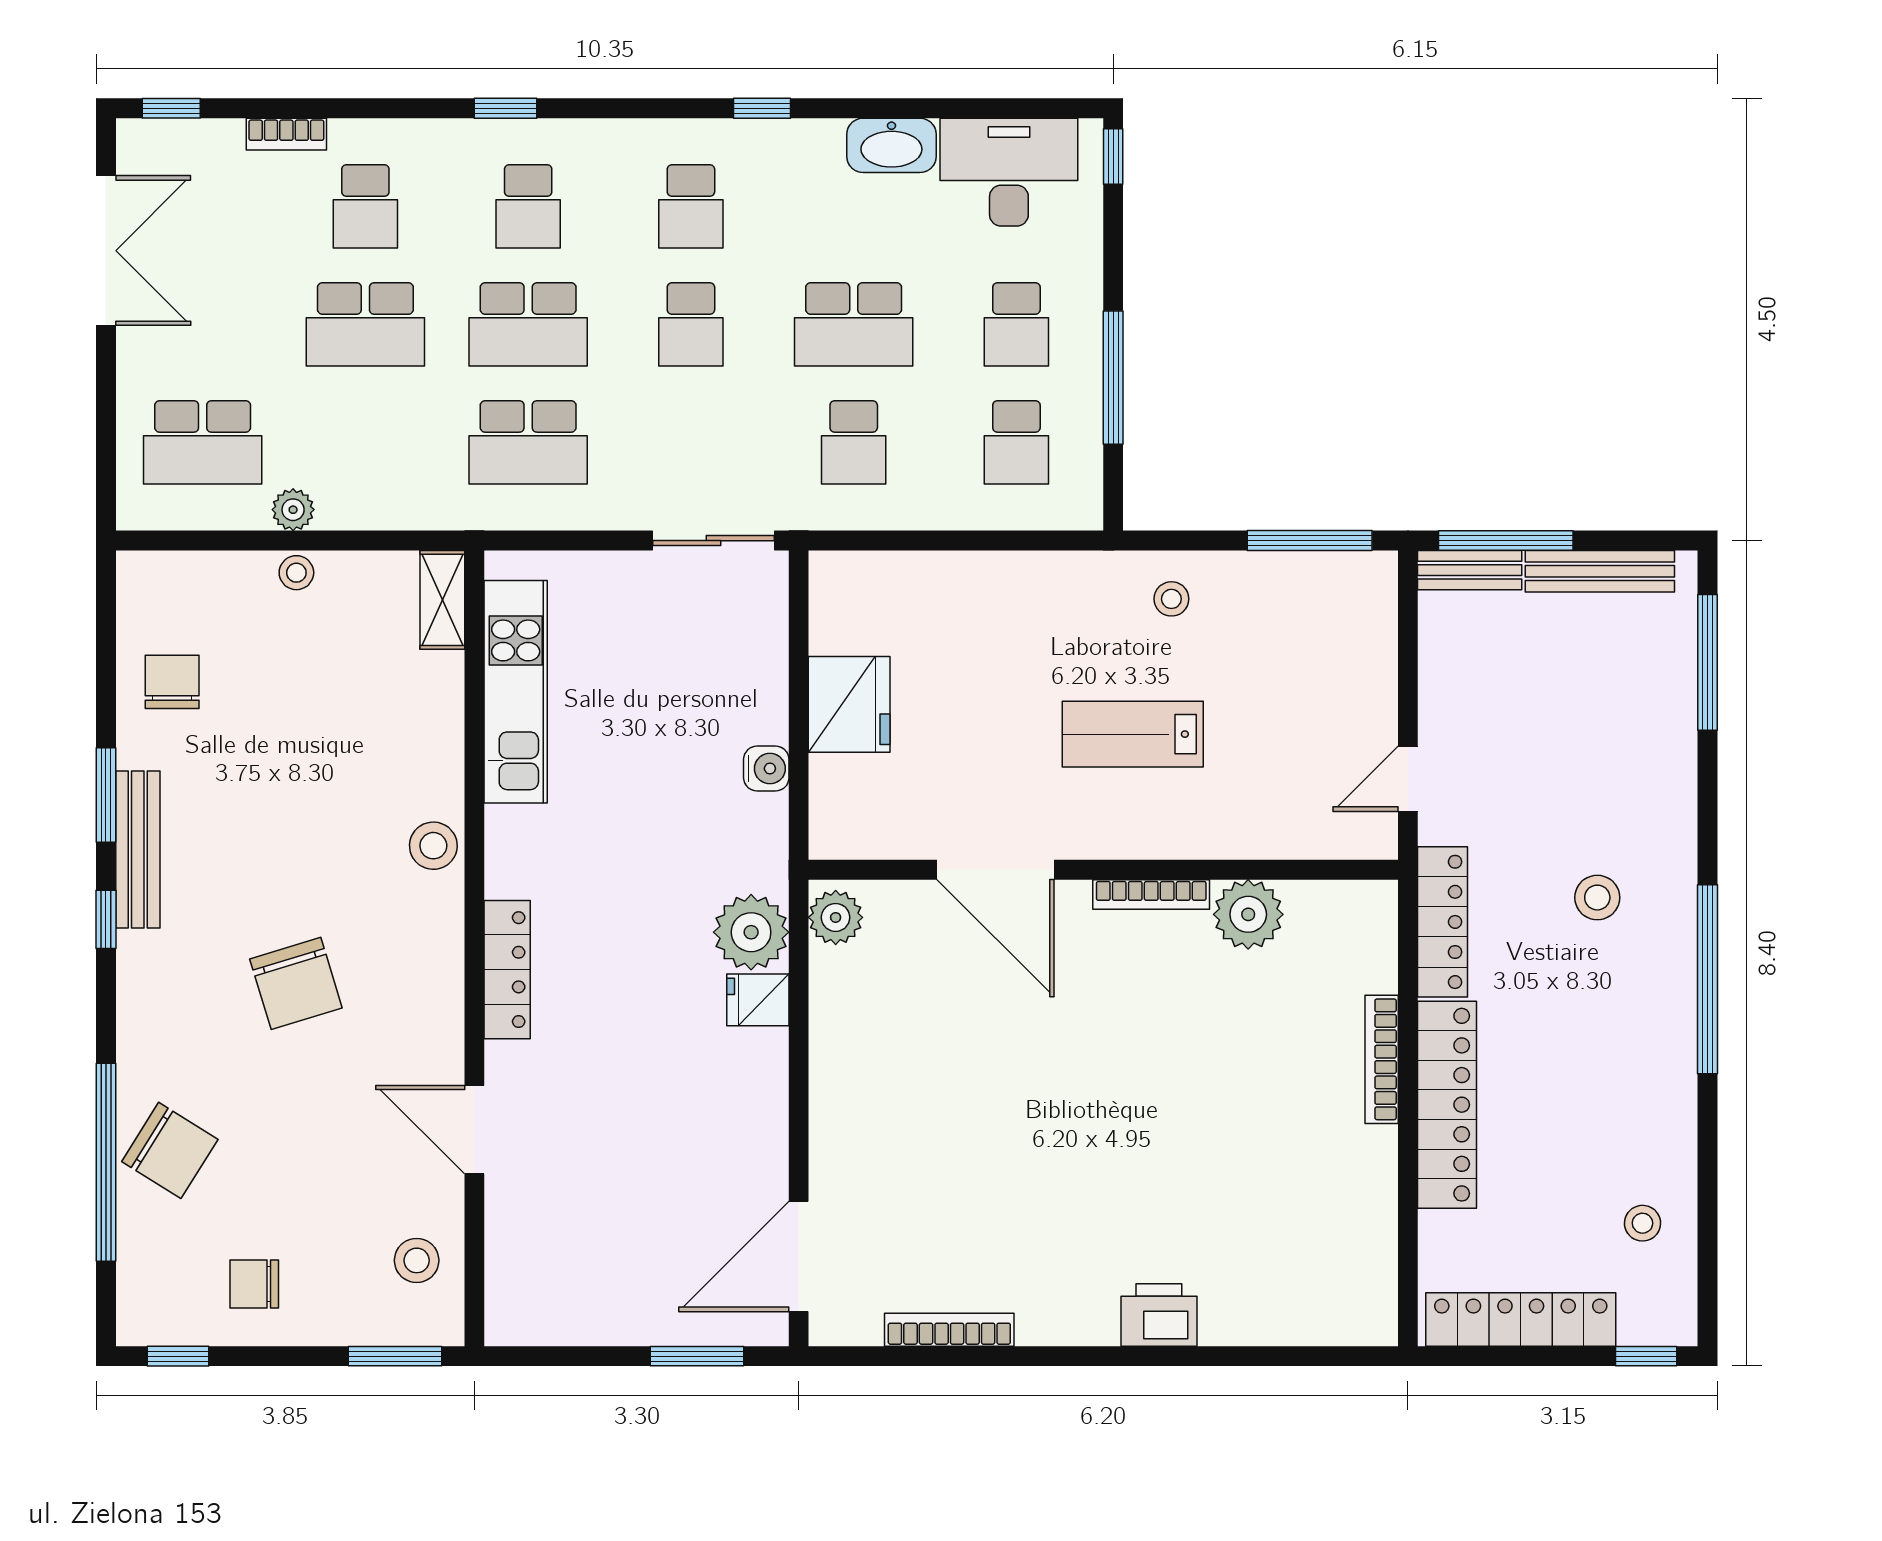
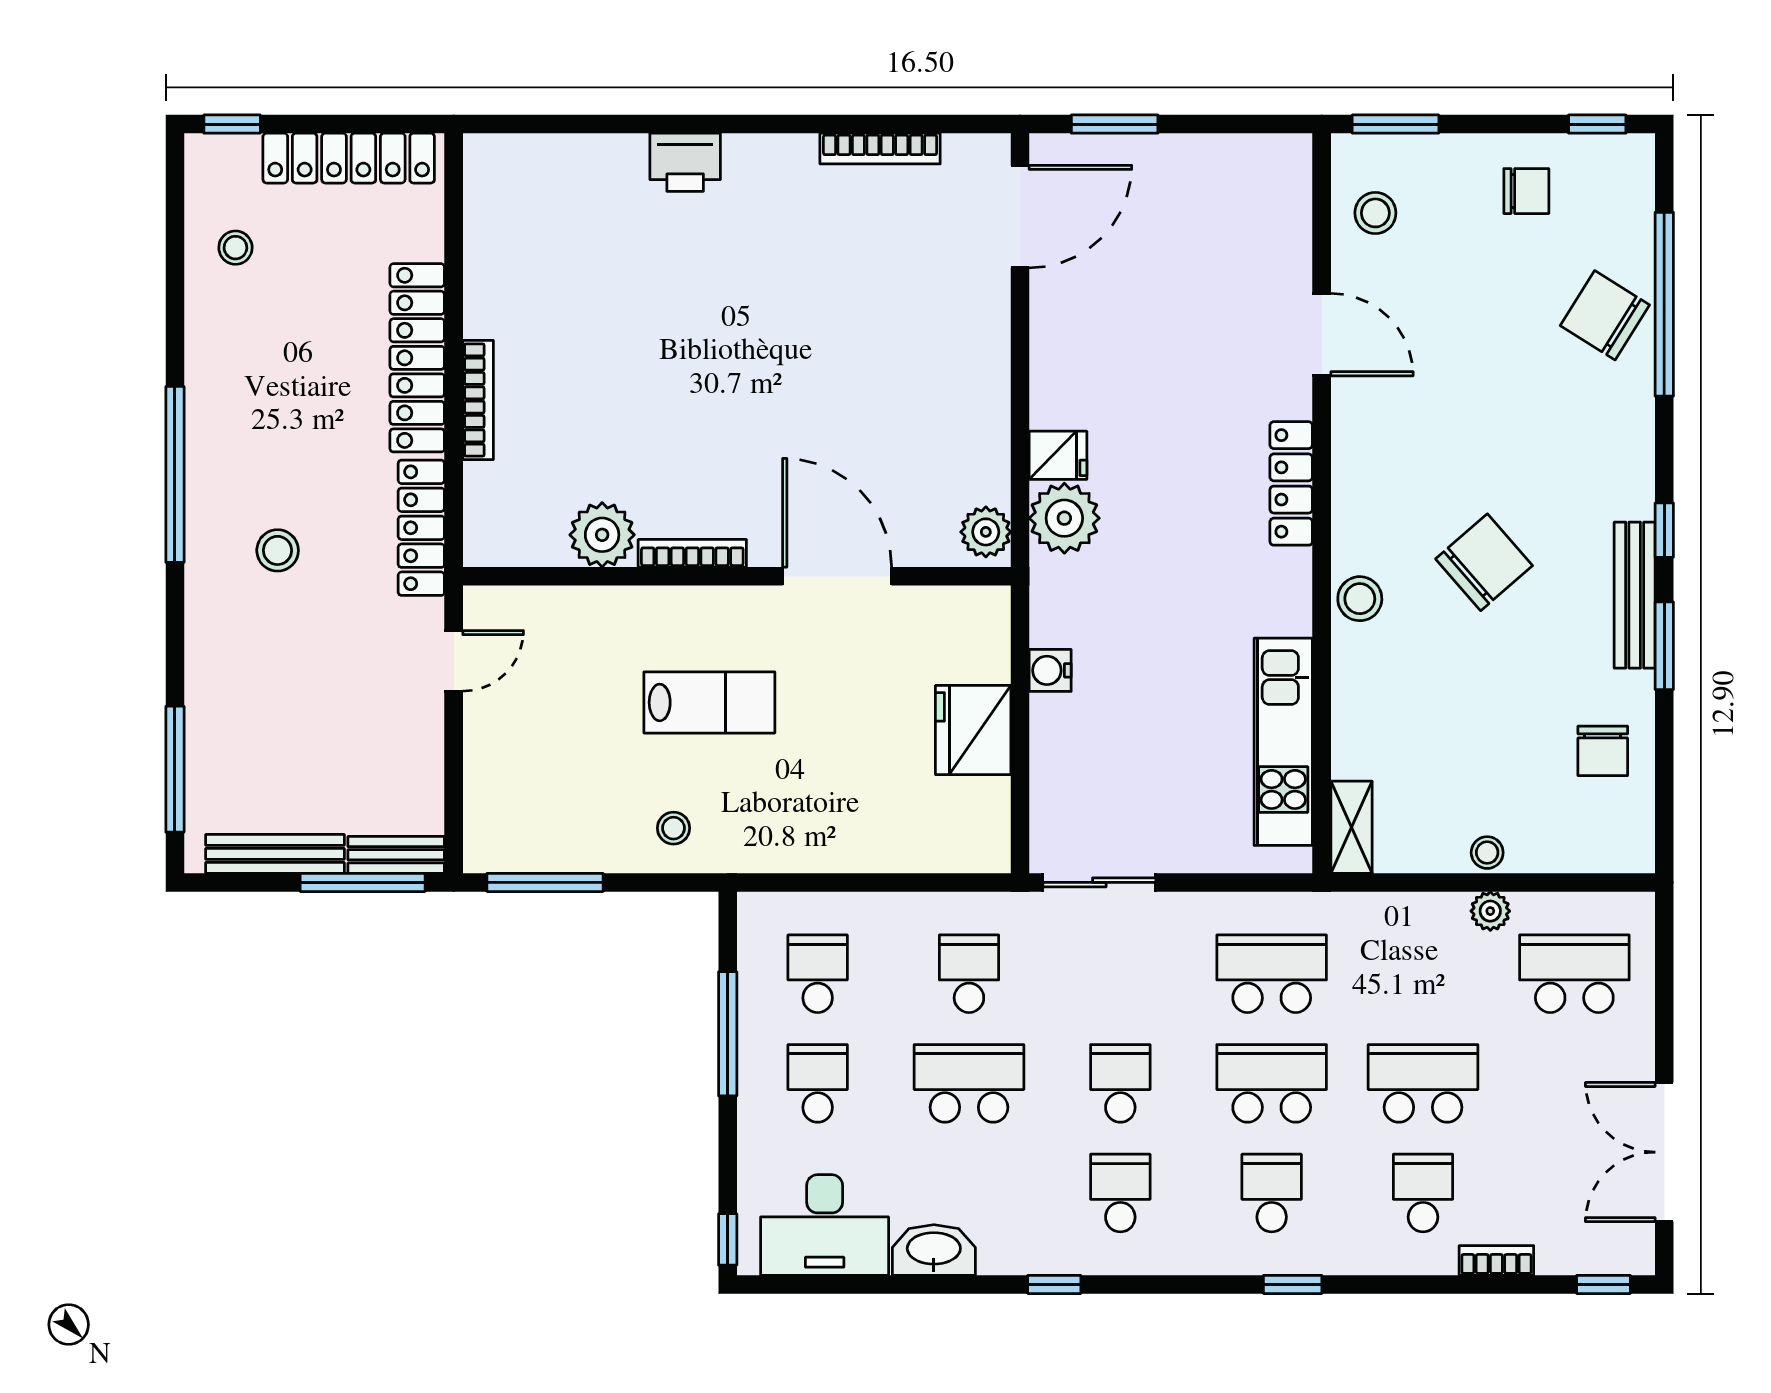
chair: (296, 983) -> (1484, 562), moved, turned 66

